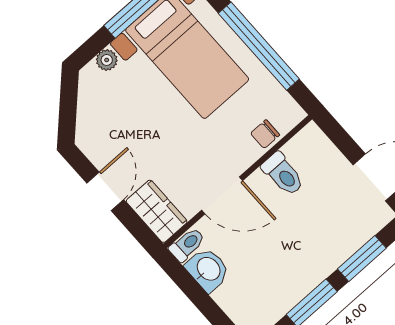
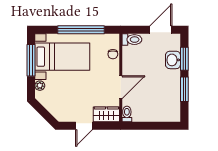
toilet: (283, 174) -> (132, 40), moved
door: (105, 191) -> (84, 126), swing flipped
washbasin: (208, 269) -> (173, 60), moved, turned -90

